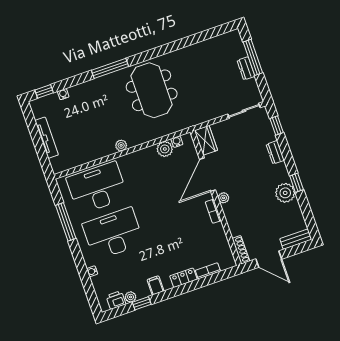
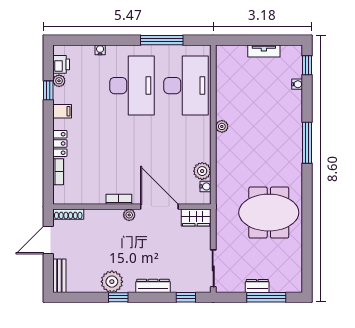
meeting table: (152, 90) -> (269, 213), moved
tv unit: (47, 138) -> (264, 51), width x0.71
dresser: (275, 152) -> (153, 286), width x1.44

